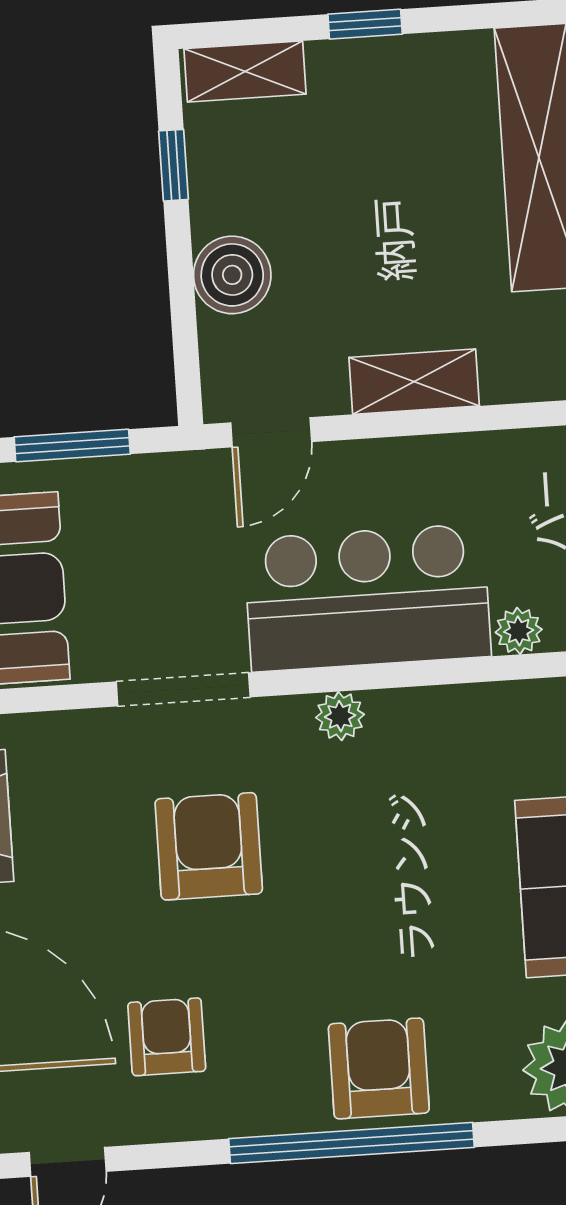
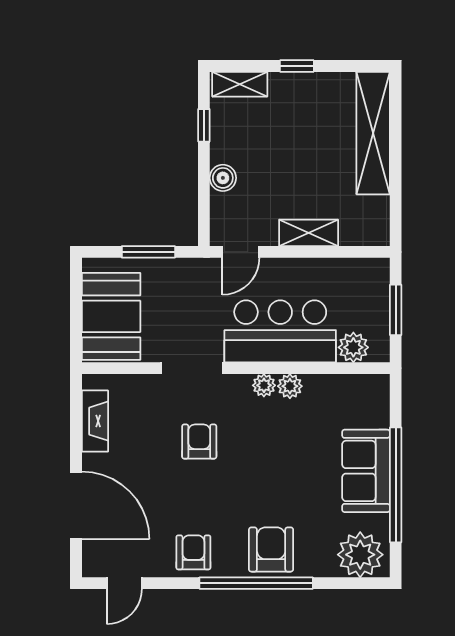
boiler: (232, 275) -> (223, 178), width x0.73, depth x0.73
plant: (519, 631) -> (353, 347), width x1.38, depth x1.38
plant: (396, 714) -> (290, 386), added
armchair: (209, 846) -> (199, 442), width x0.72, depth x0.72
armchair: (167, 1037) -> (193, 552), moved

